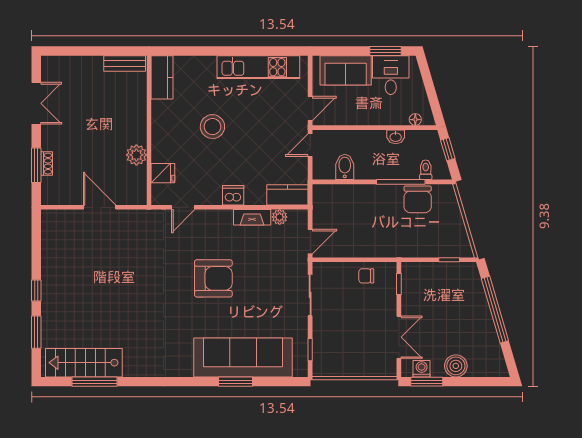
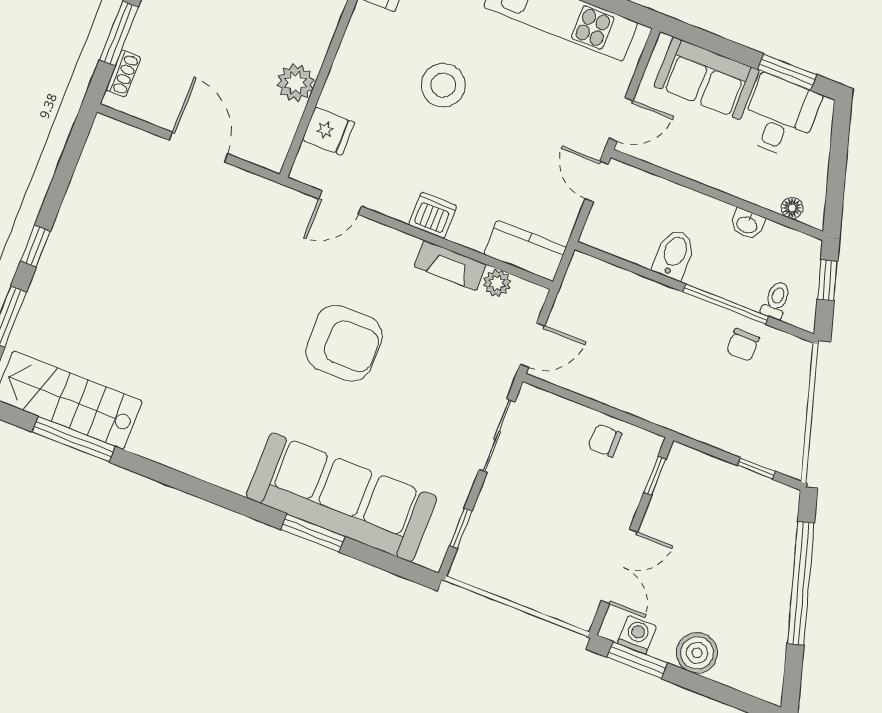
door: (310, 145) -> (597, 181), hinge flipped
shoe rack: (47, 164) -> (123, 74), moved
bidet: (345, 167) -> (674, 254), moved
chair: (418, 199) -> (743, 345), width x0.54, depth x0.54

